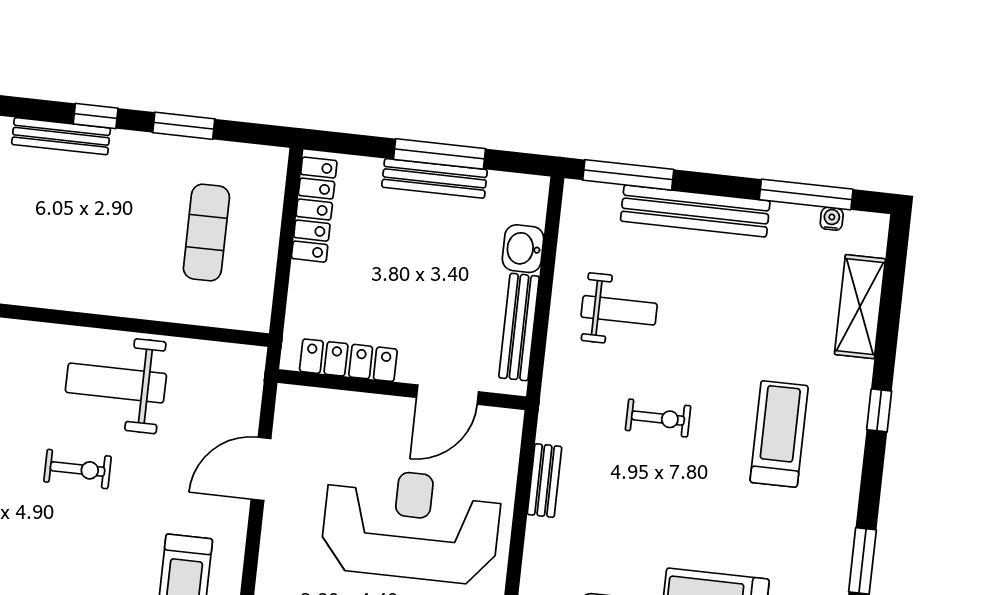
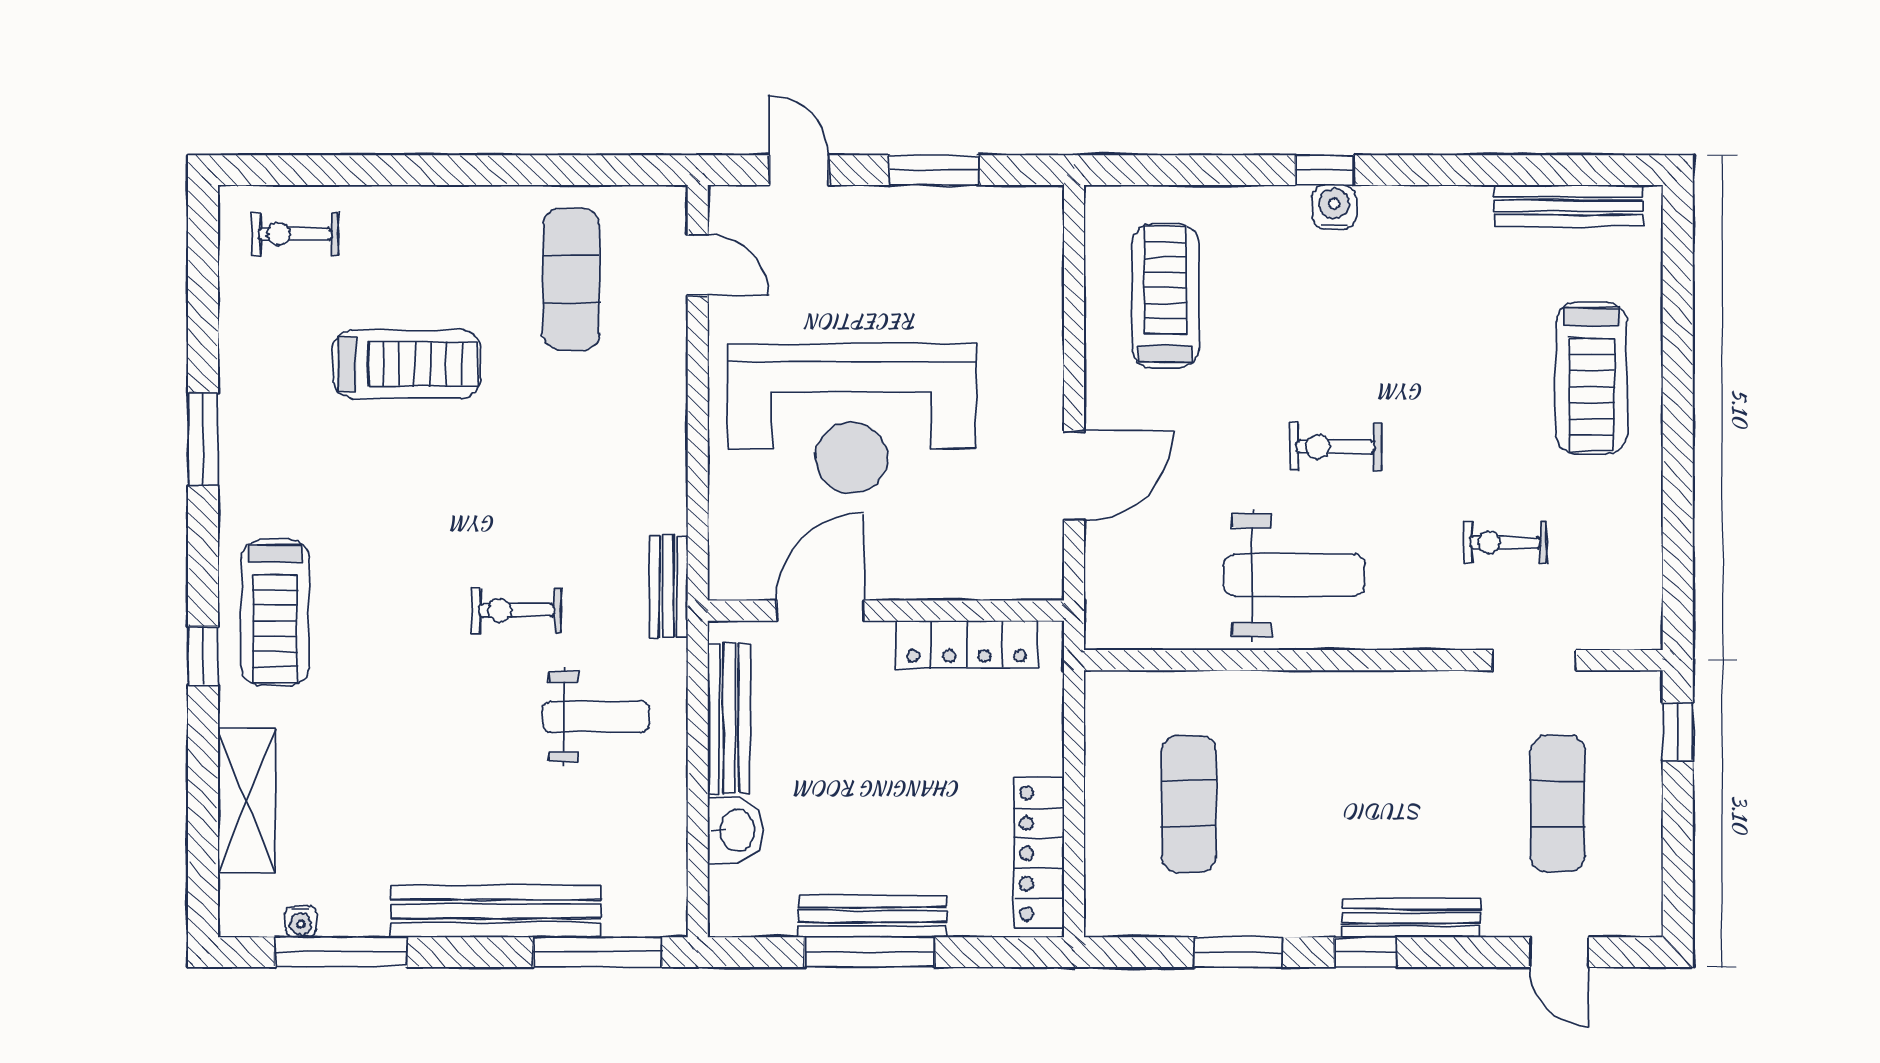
weight bench: (619, 310) -> (596, 717), moved, turned 180
treadmill: (779, 434) -> (275, 612), moved
bench: (545, 480) -> (668, 587), moved

